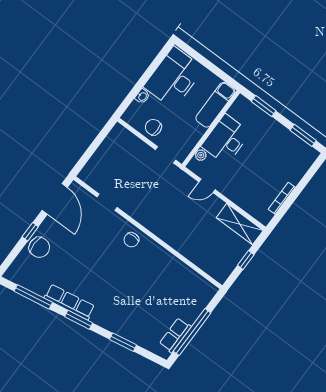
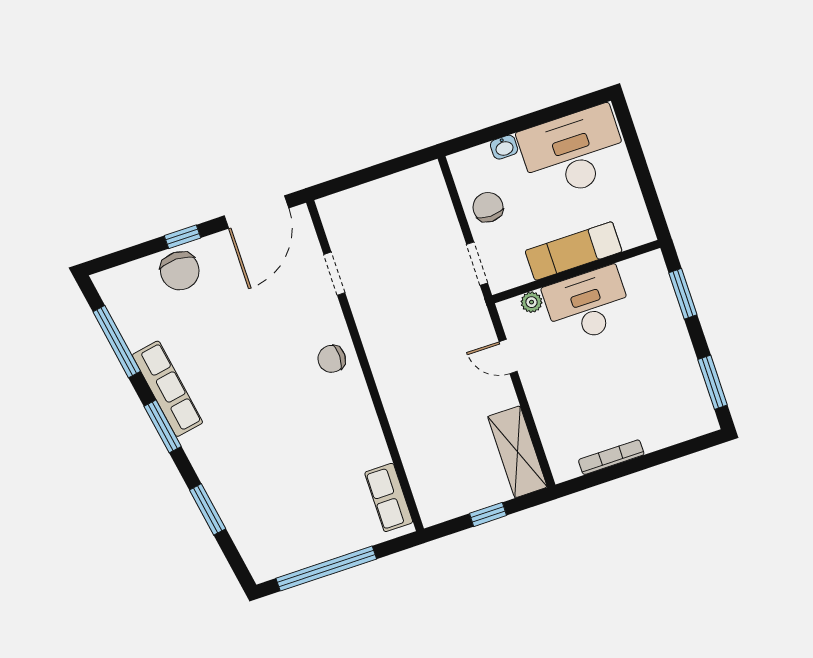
exam couch: (215, 105) -> (574, 251), moved
row of seats: (175, 335) -> (389, 497), moved, turned -90

